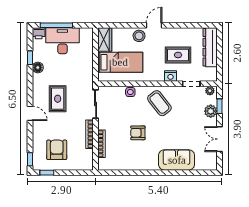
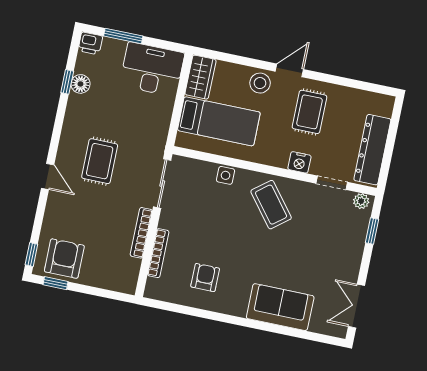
window: (56, 25) -> (123, 36), width x0.69
desk: (62, 41) -> (152, 69), moved
dresser: (210, 47) -> (372, 150), moved
rug: (178, 55) -> (309, 112), moved, turned 90
floor lamp: (38, 68) -> (80, 84), moved
plant: (211, 111) -> (355, 236), removed
armchair: (138, 133) -> (205, 278), moved, turned 90
double door: (219, 139) -> (356, 306), moved
armchair: (57, 150) -> (64, 259), moved

